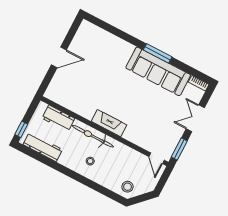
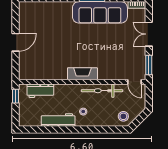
window: (21, 129) -> (15, 96), moved
bicycle: (93, 136) -> (102, 91), moved
workbench: (43, 147) -> (58, 120), moved

